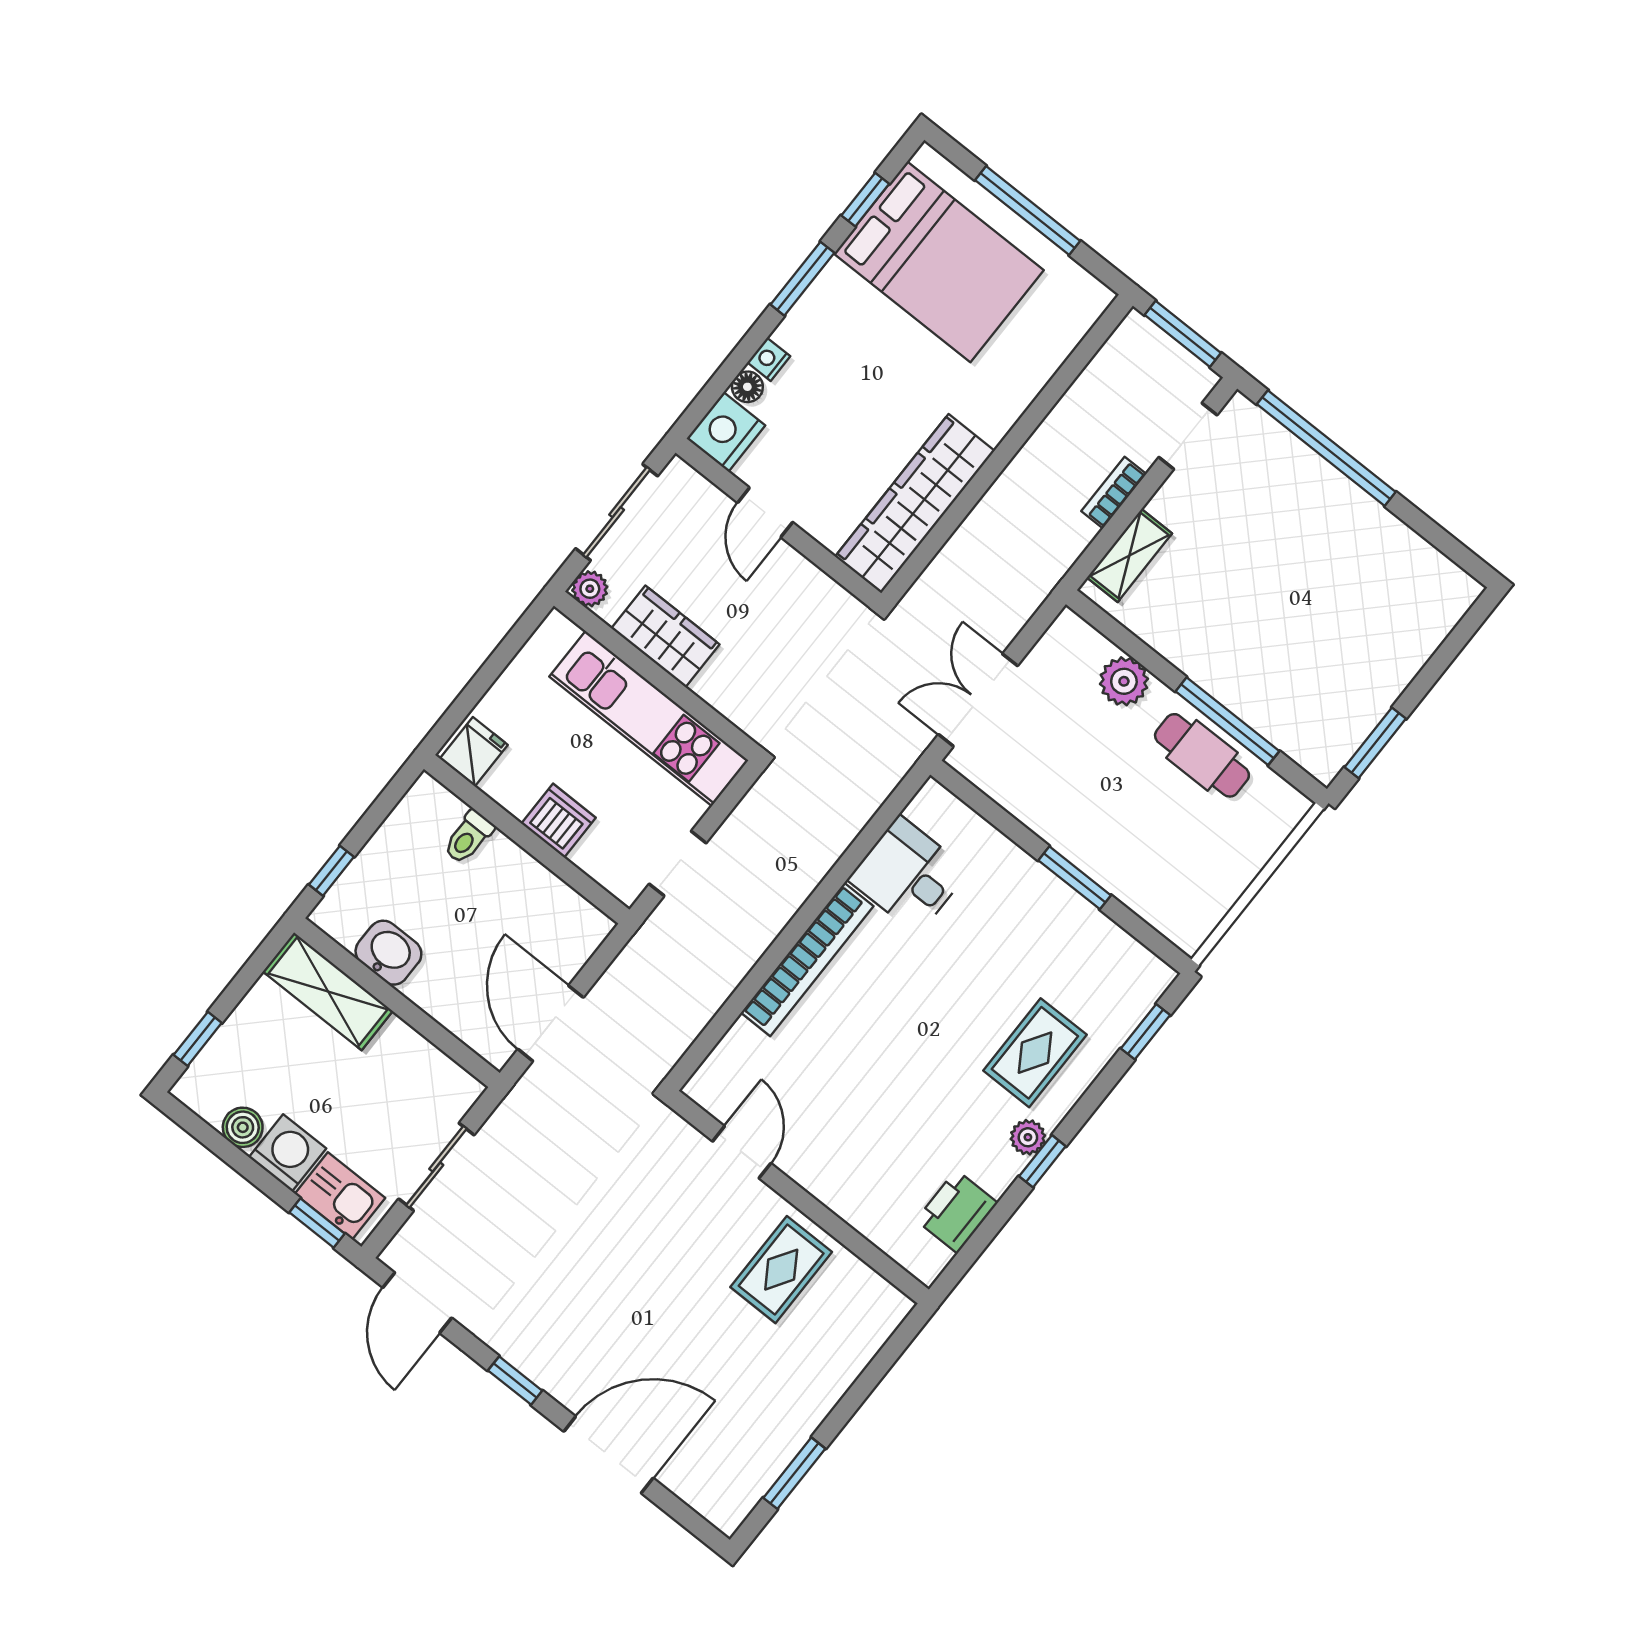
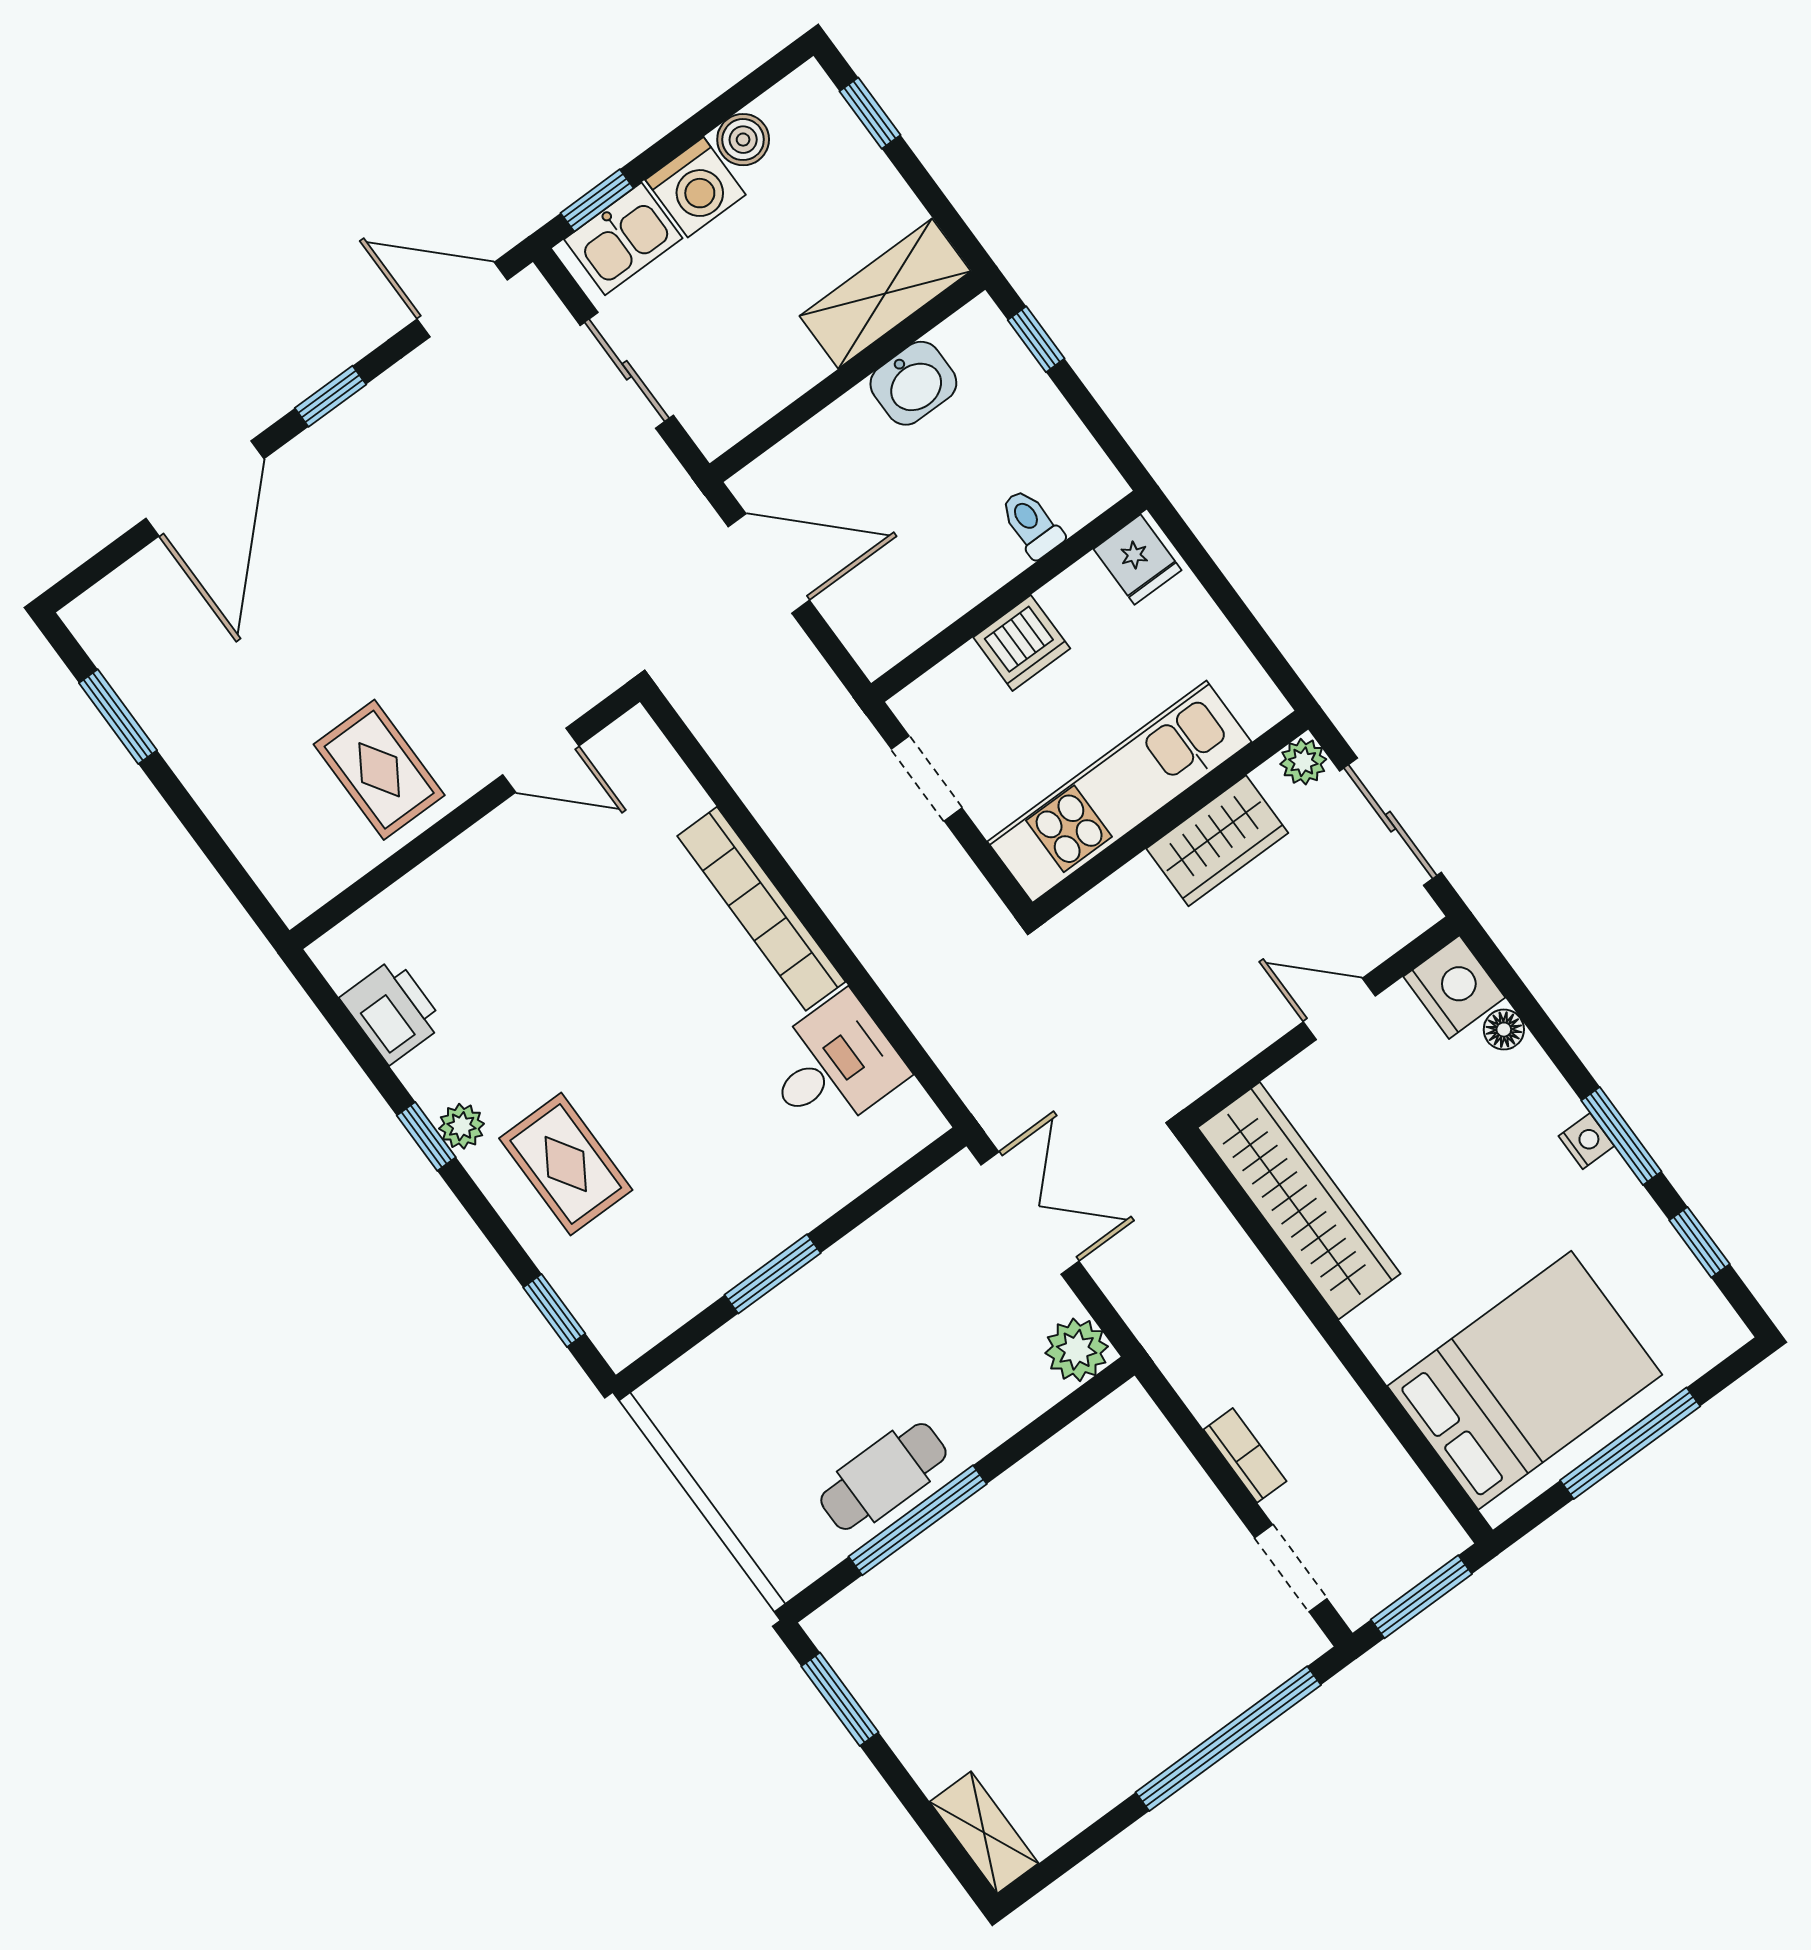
bed: (939, 262) -> (1525, 1380), moved, turned 180
nightstand: (769, 359) -> (1586, 1141), moved
shelving: (1130, 556) -> (984, 1832), moved
plant: (1124, 681) -> (1077, 1350), moved

